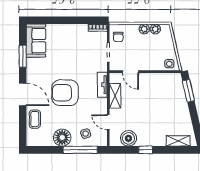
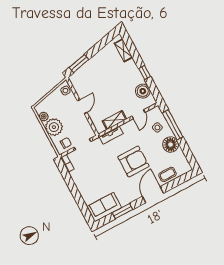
plant: (144, 29) -> (54, 127), width x1.88, depth x1.88
door: (131, 72) -> (82, 107), moved
armchair: (65, 93) -> (133, 162), turned -90

